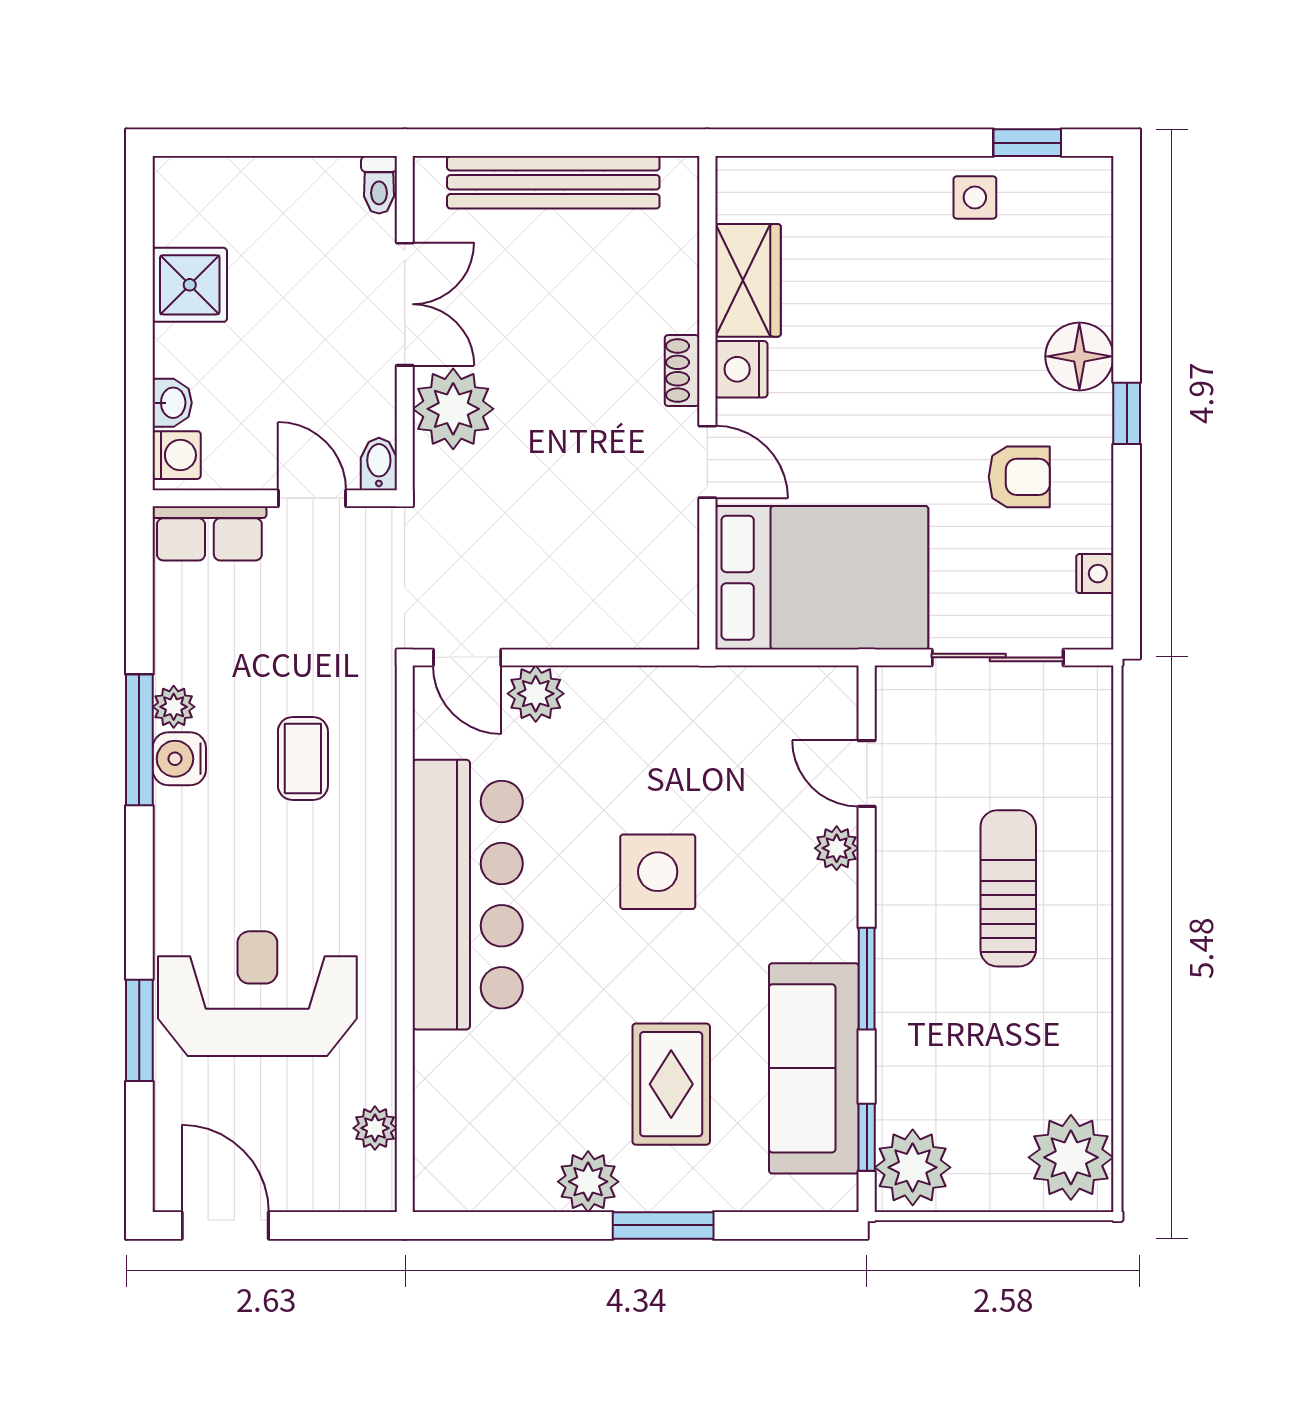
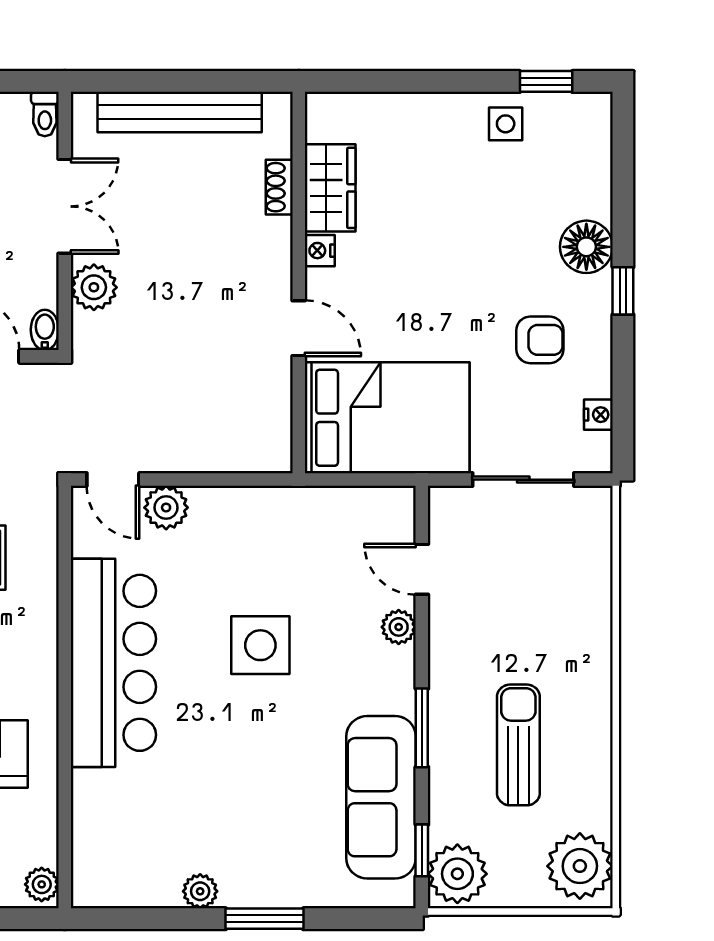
nightstand: (741, 369) -> (320, 251), width x0.72, depth x0.74
shoe rack: (682, 371) -> (279, 187), moved
plant: (453, 409) -> (94, 287), width x0.73, depth x0.73
sun lounger: (1008, 888) -> (518, 745), moved
rug: (671, 1084) -> (271, 809), removed
plant: (375, 1128) -> (42, 884), moved
plant: (588, 1182) -> (200, 891), width x0.73, depth x0.73

